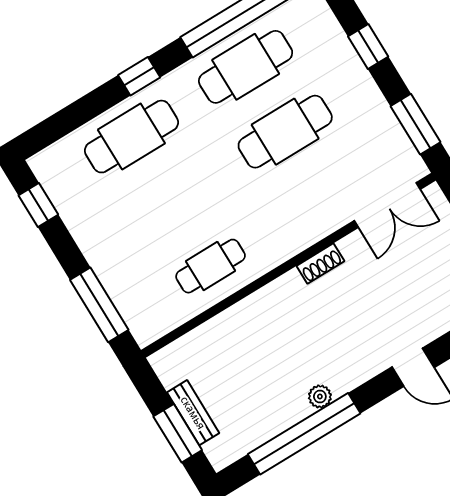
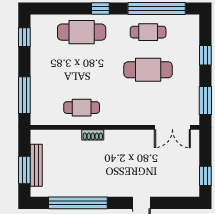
cafe table: (246, 67) -> (148, 32), width x0.73, depth x0.74
shoe rack: (320, 263) -> (93, 135), moved
plant: (320, 396) -> (94, 191), removed
bench: (193, 413) -> (36, 165), width x1.36

